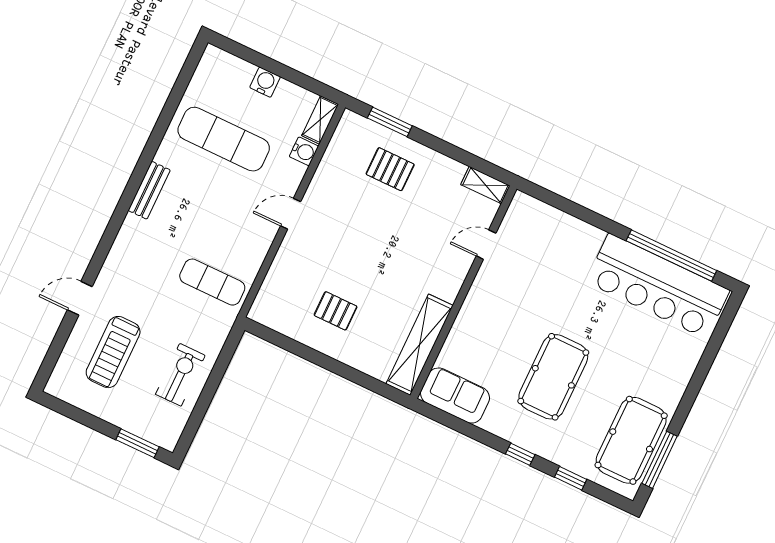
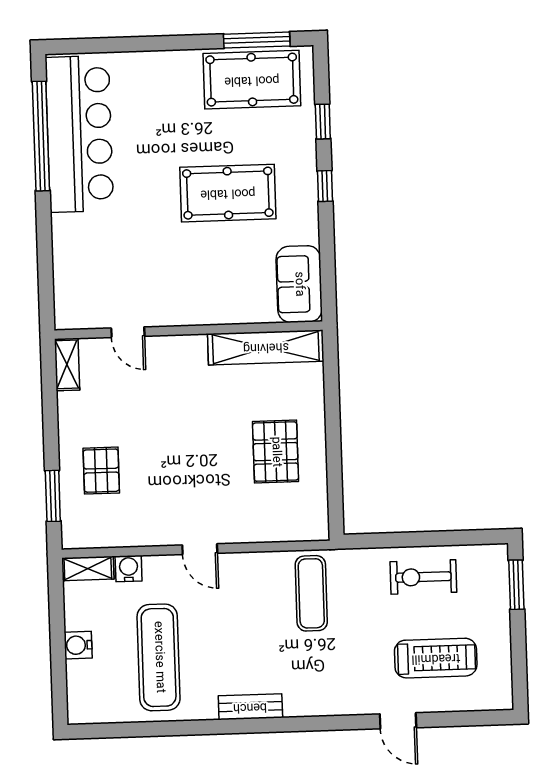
pallet: (336, 311) -> (276, 452), width x1.50, depth x1.42

